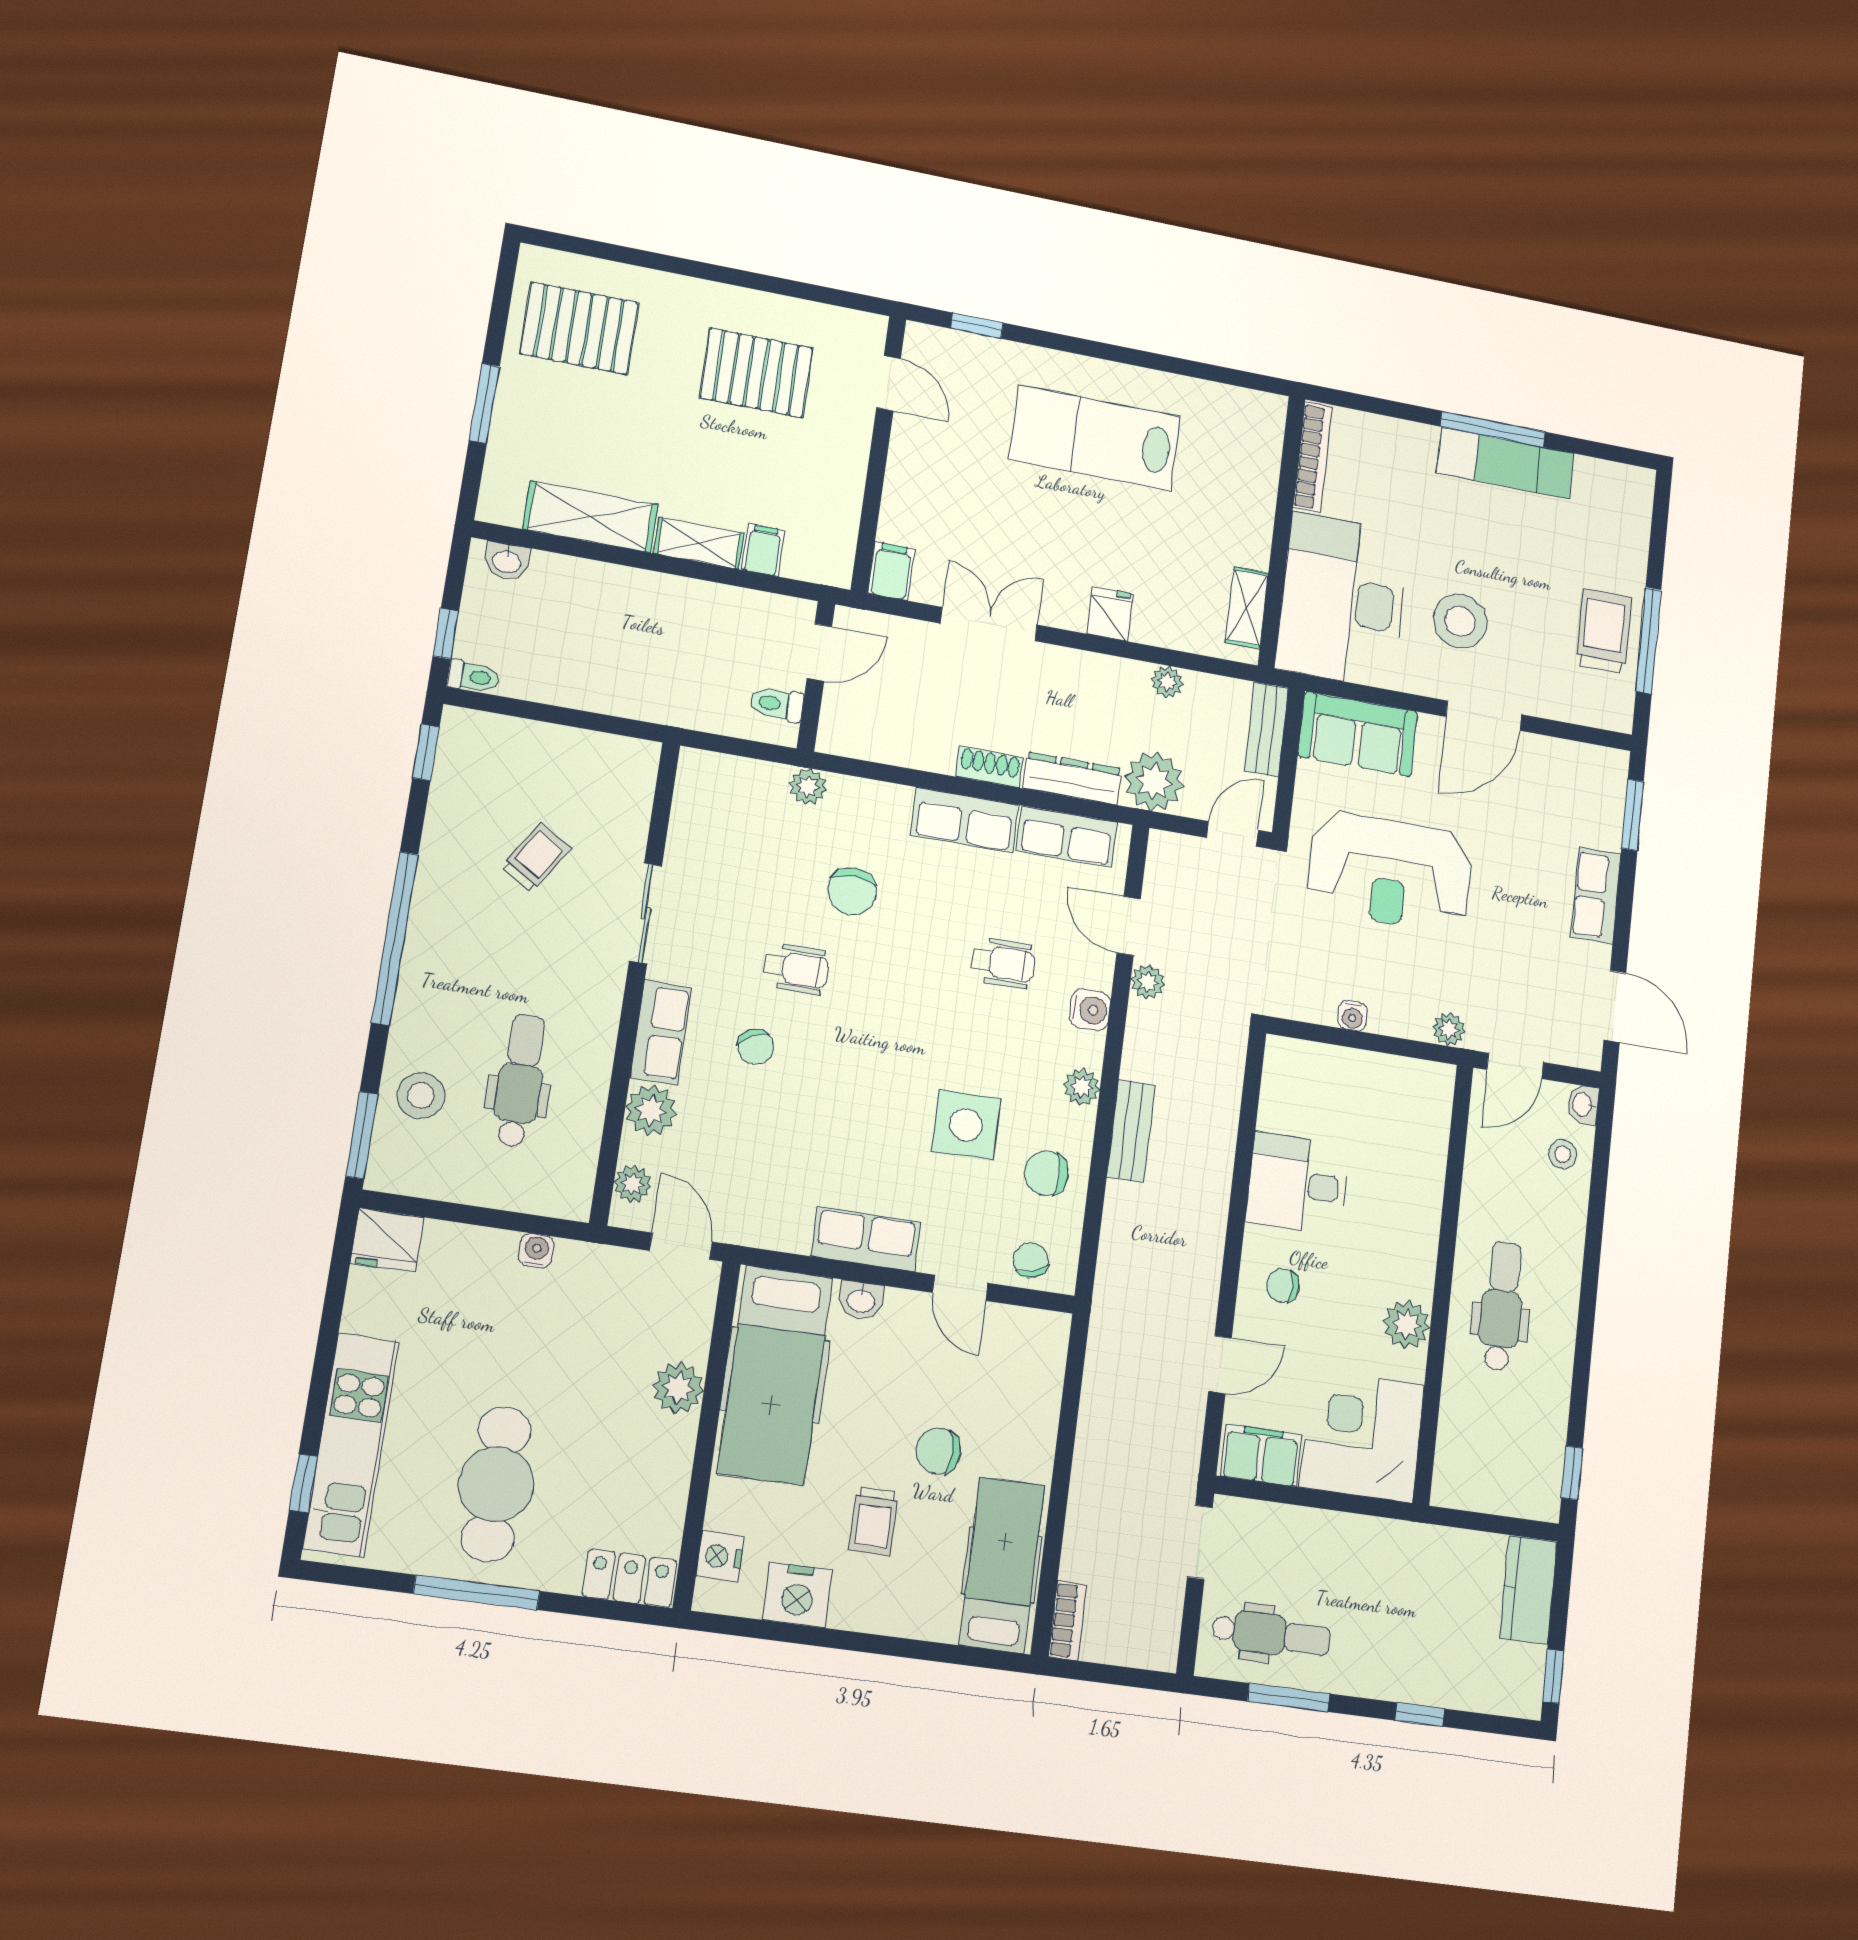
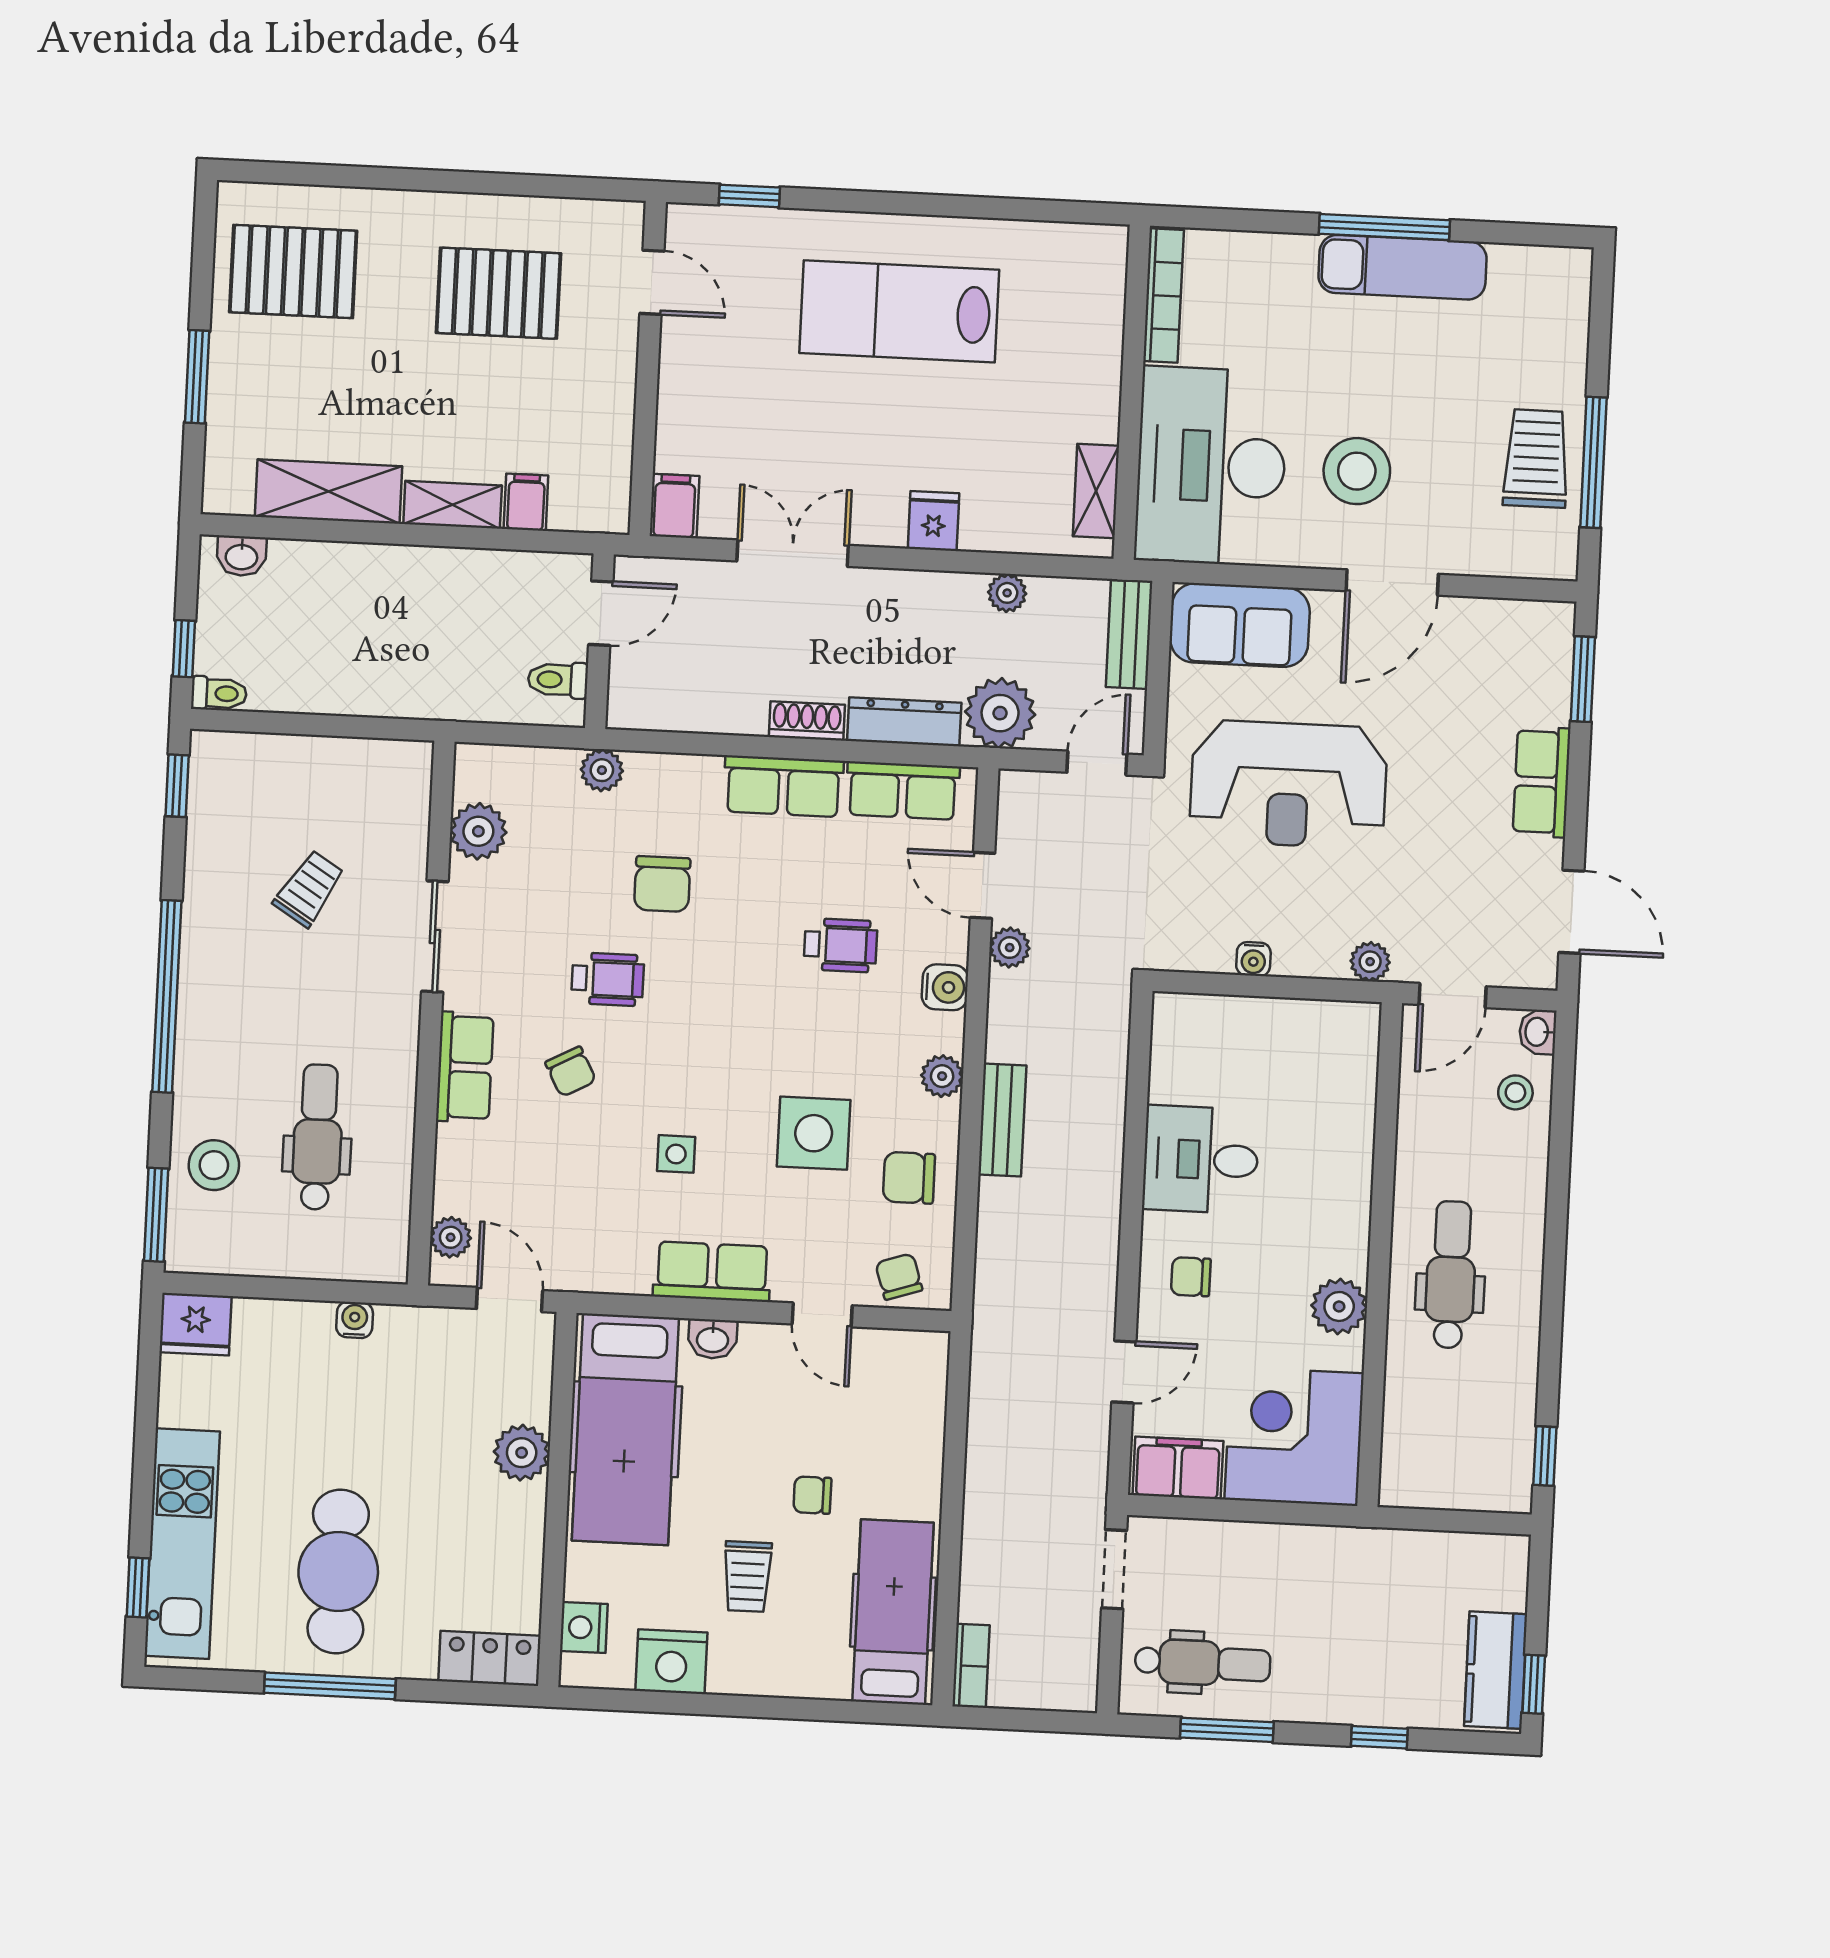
plant: (651, 1110) -> (478, 831), moved
side table: (843, 1130) -> (676, 1154), added
chair: (938, 1451) -> (812, 1495), width x0.73, depth x0.73
kitchen counter: (1528, 1590) -> (1496, 1670), moved

